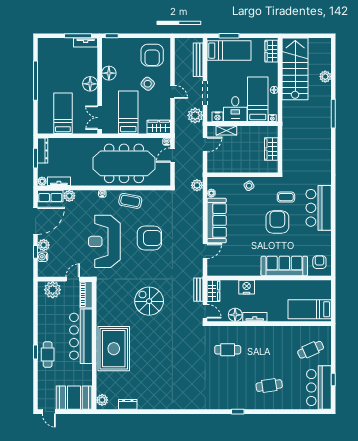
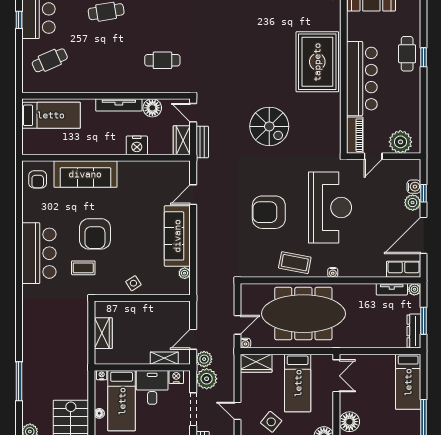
bed: (63, 113) -> (408, 382), moved
plant: (197, 185) -> (204, 359), moved
plant: (69, 196) -> (378, 269), removed
tv unit: (255, 317) -> (119, 105), width x1.41

